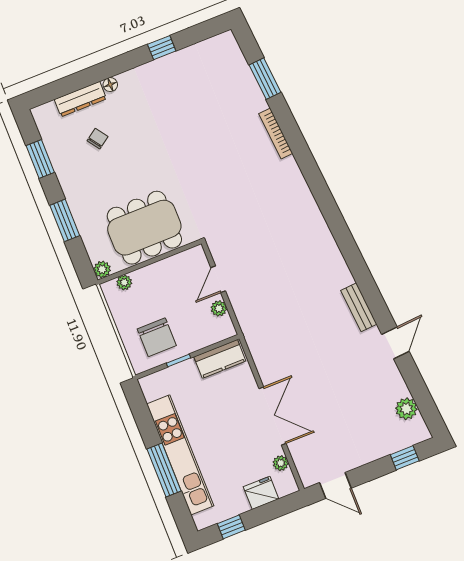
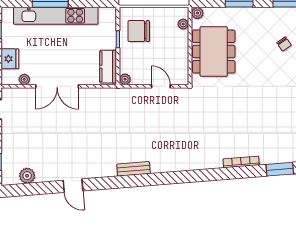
bench: (359, 307) -> (133, 169), moved
plant: (219, 308) -> (125, 79), moved

